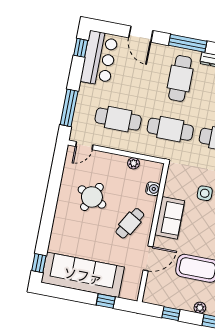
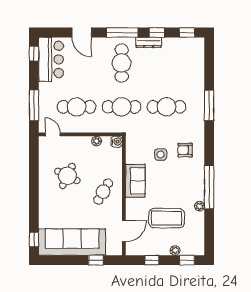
door: (84, 146) -> (53, 134), swing flipped
water cooler: (153, 189) -> (117, 142), moved
door: (148, 258) -> (124, 231), moved

